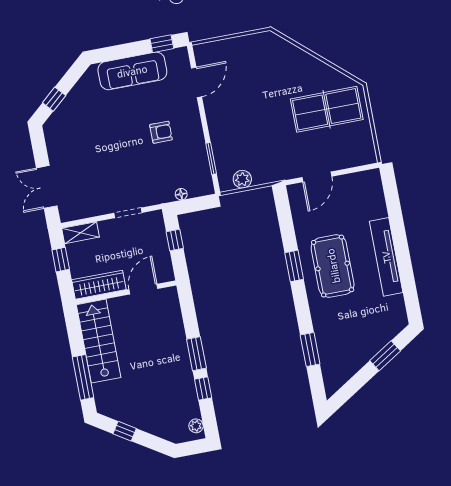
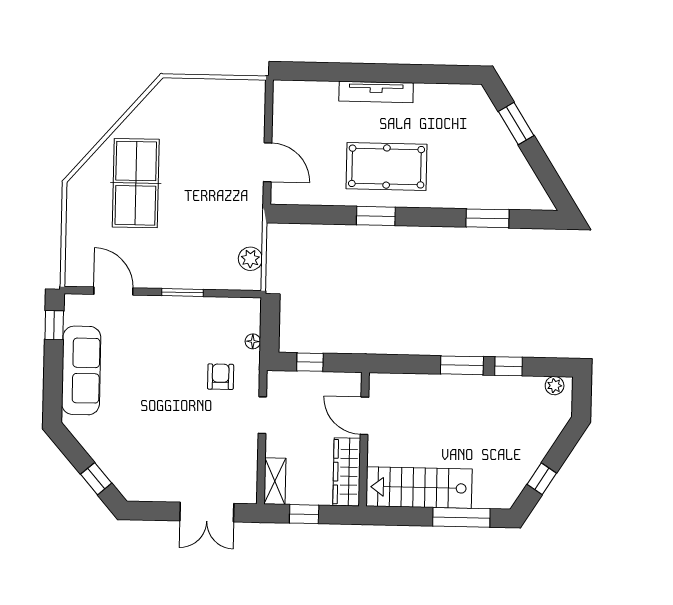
table tennis table: (327, 109) -> (136, 183), moved
armchair: (161, 132) -> (221, 377), moved
window: (211, 159) -> (182, 292), moved
tv unit: (386, 257) -> (376, 92), width x0.73, depth x0.78

